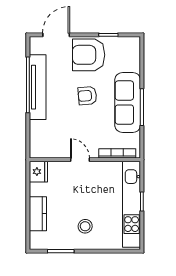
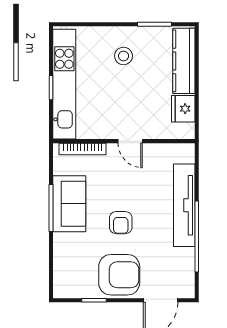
tv unit: (38, 87) -> (184, 205), moved
armchair: (87, 96) -> (121, 223), turned 95
sofa: (128, 103) -> (69, 204), width x0.73
fridge: (38, 172) -> (183, 109), moved
kitchen counter: (38, 214) -> (184, 61), width x1.50

